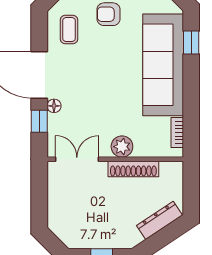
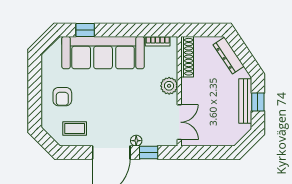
double door: (77, 159) -> (179, 122), swing flipped
shoe rack: (133, 169) -> (187, 57), moved
bench: (103, 241) -> (245, 101), added

